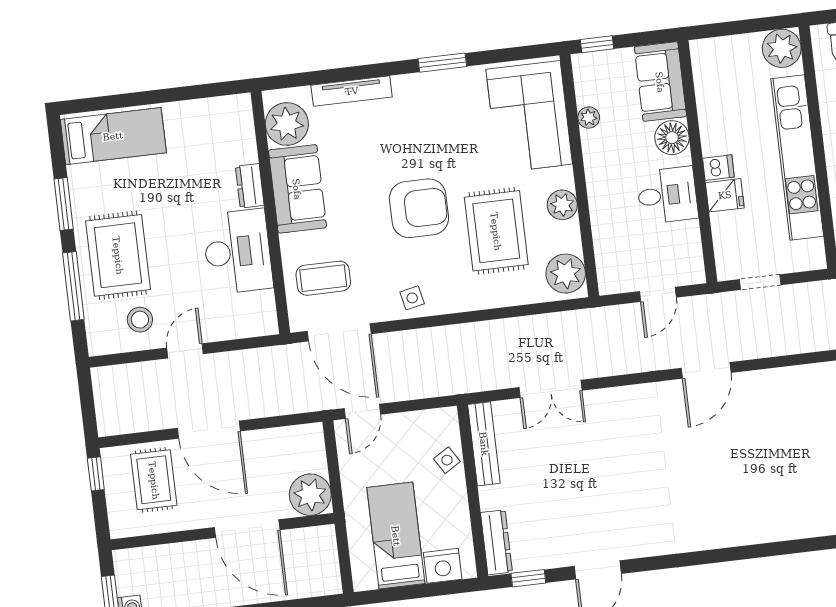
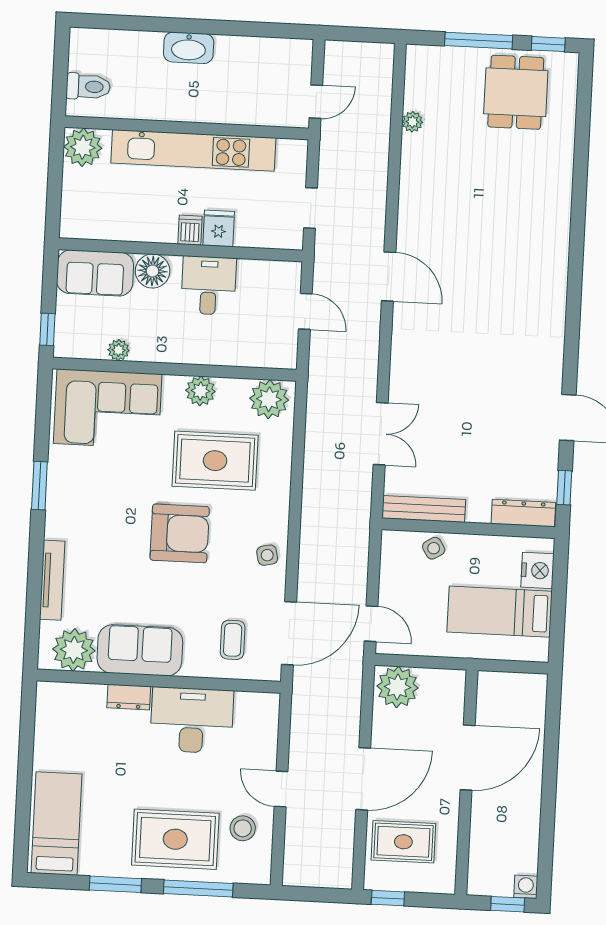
armchair: (419, 208) -> (180, 533), turned 90
coffee table: (323, 278) -> (233, 640), width x0.73, depth x0.77
plant: (310, 495) -> (397, 687), moved

